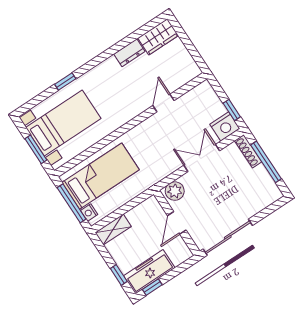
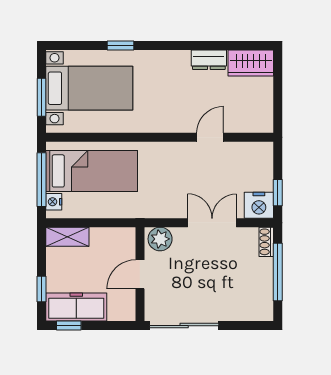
shoe rack: (248, 151) -> (266, 242), width x0.70

